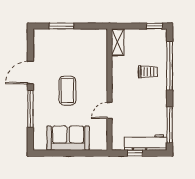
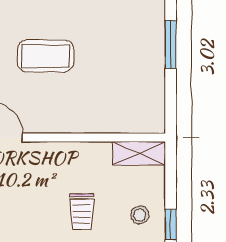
stool: (150, 42) -> (140, 215), added

